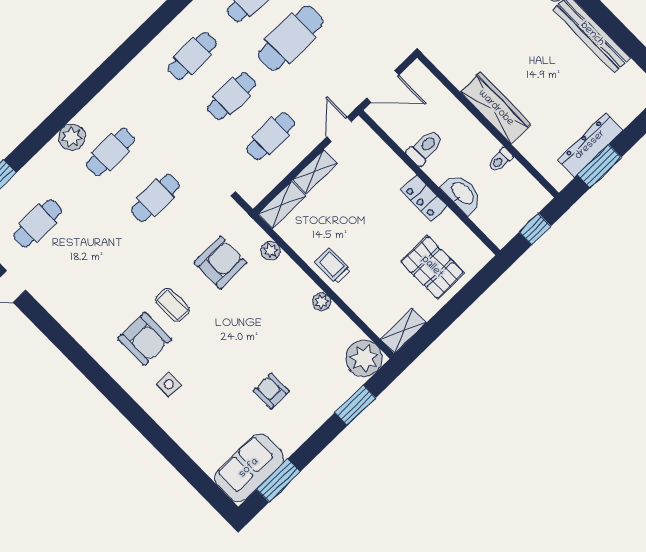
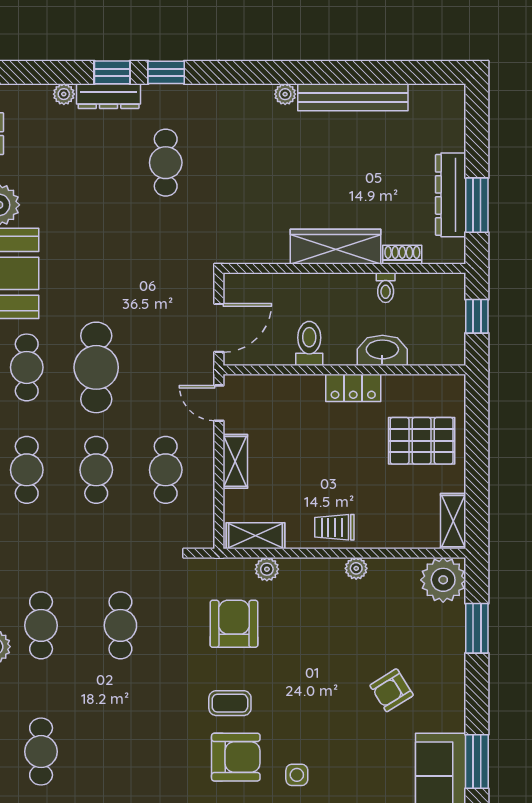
shoe rack: (529, 151) -> (402, 255), added
shelving: (282, 205) -> (255, 536), moved, turned 90
armchair: (271, 391) -> (392, 690), turned -32

